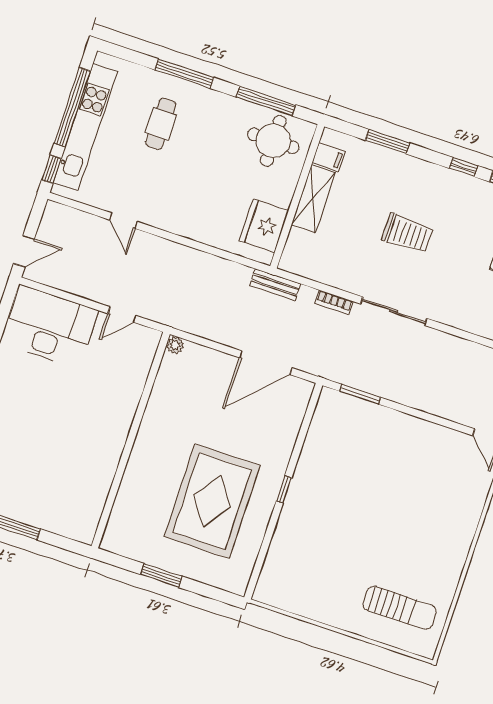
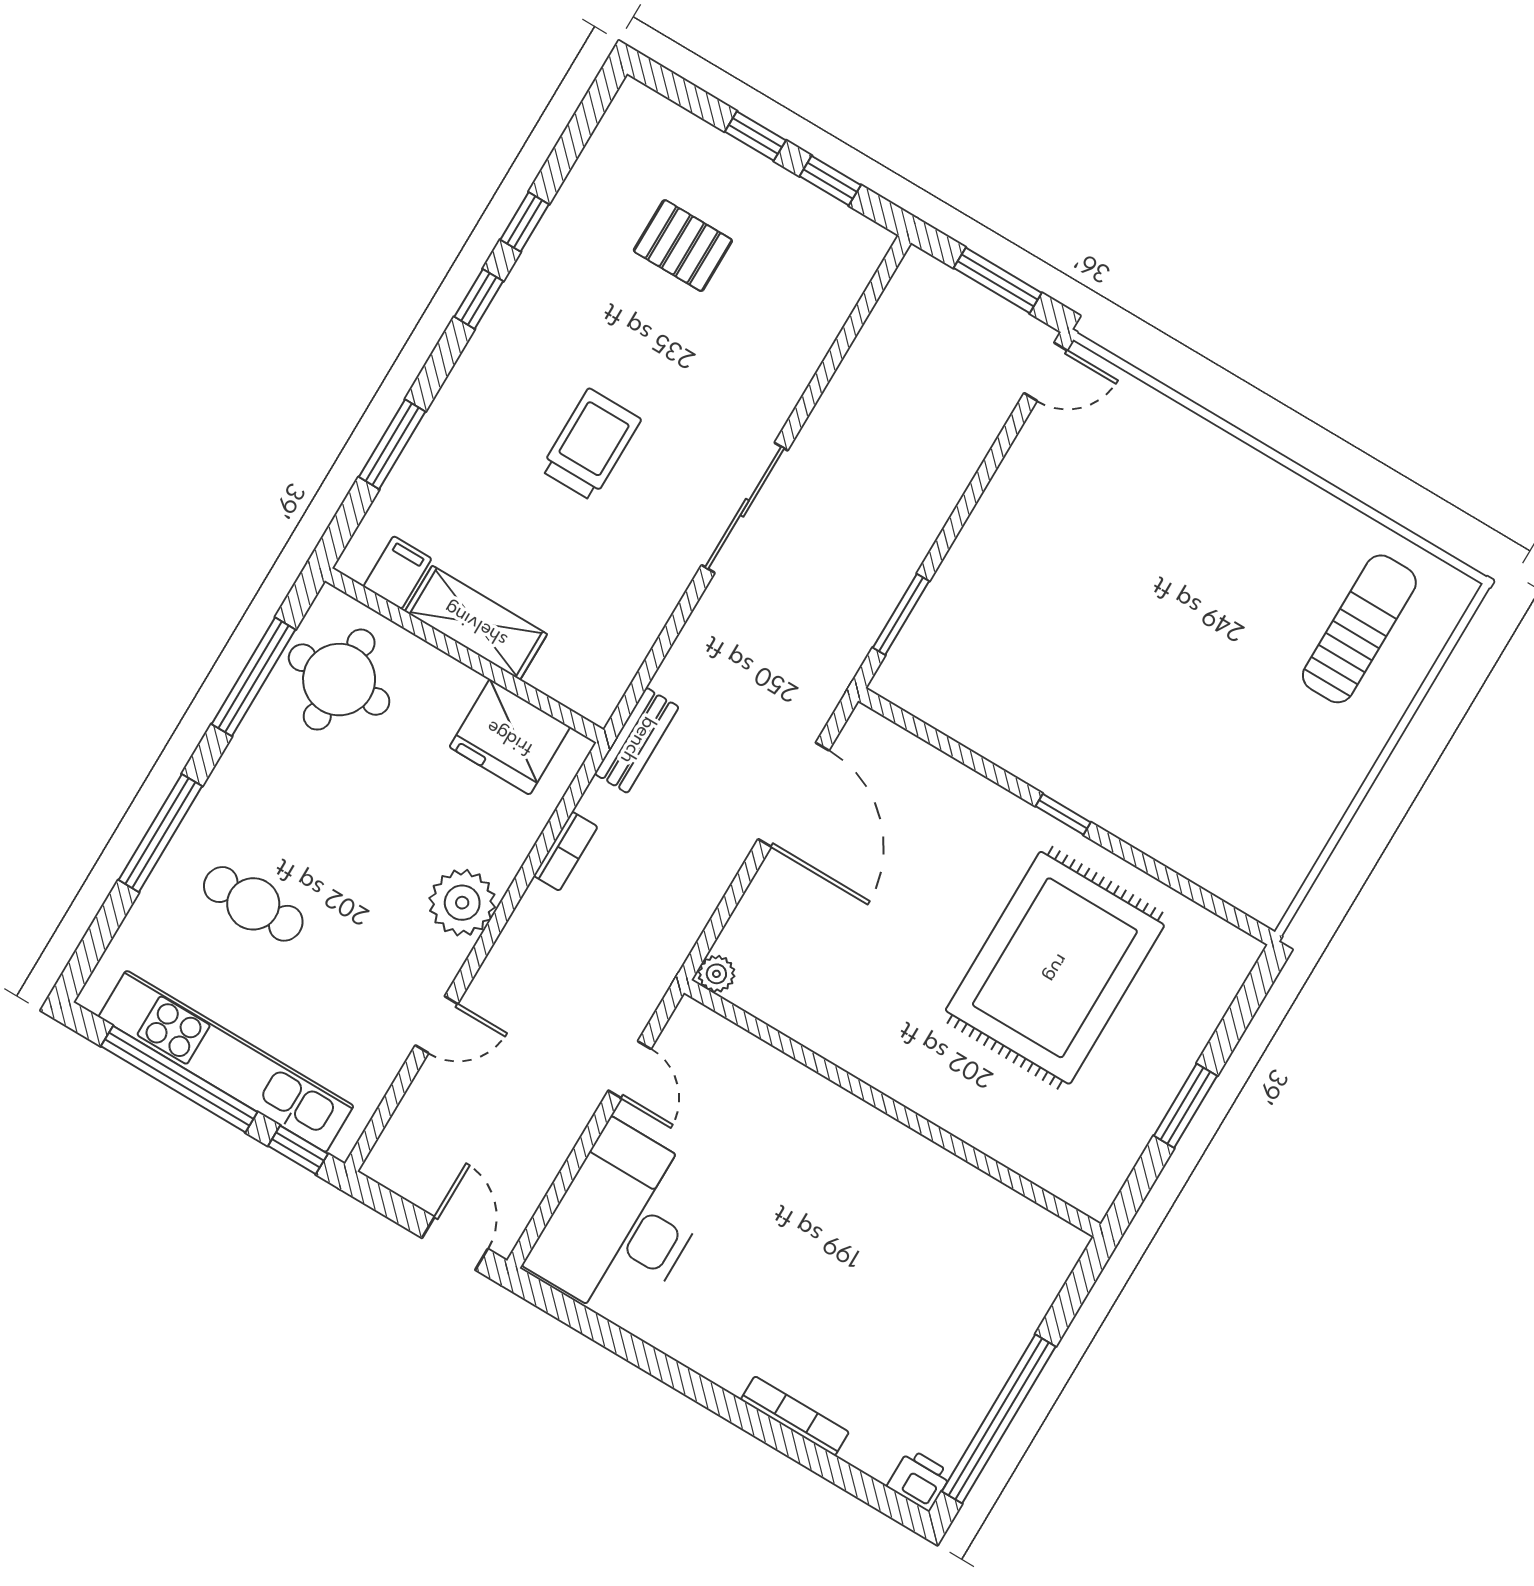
plant: (182, 220) -> (462, 903), added
bookcase: (334, 302) -> (566, 851), moved
rug: (212, 501) -> (1055, 968), turned 90

